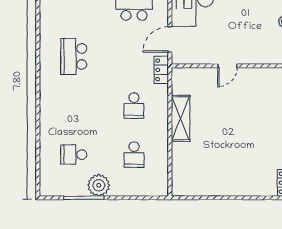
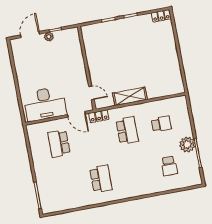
school desk: (74, 56) -> (101, 179), turned -90
door: (227, 66) -> (91, 93), moved
school desk: (134, 106) -> (127, 130), width x1.85

